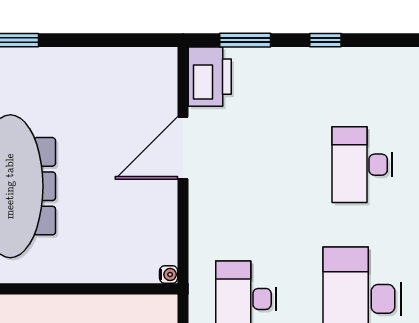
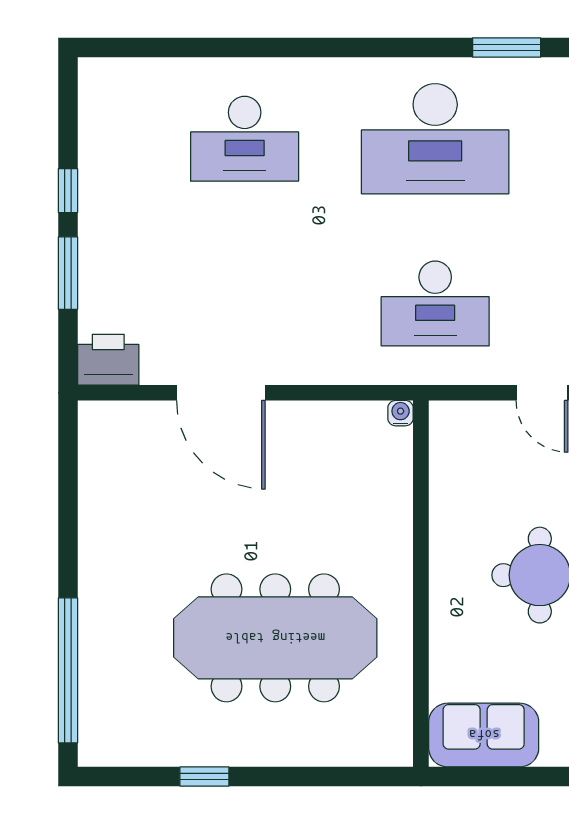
window: (245, 40) -> (68, 273), moved
printer: (210, 77) -> (108, 360), width x0.73, depth x0.84

